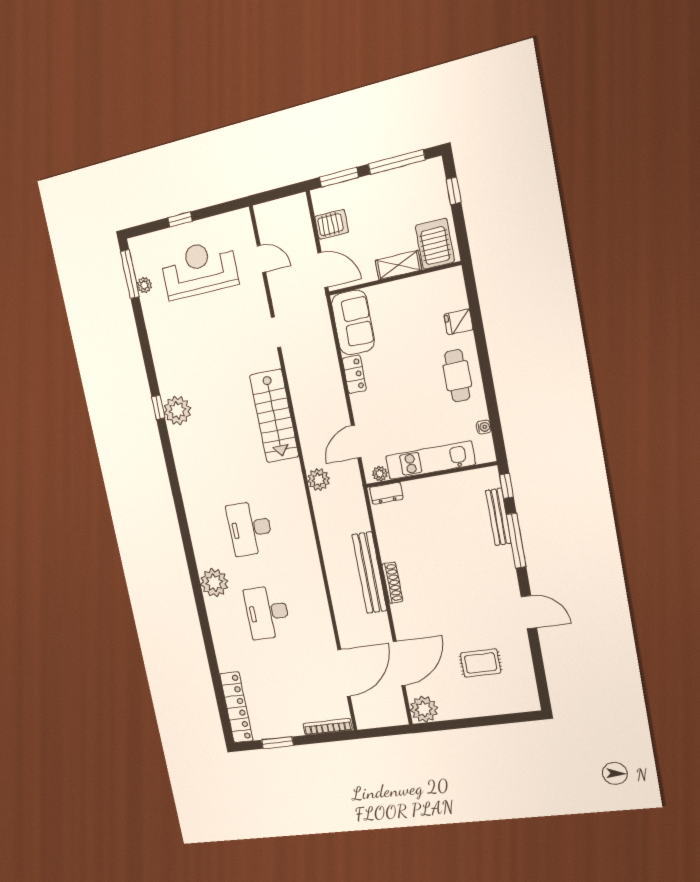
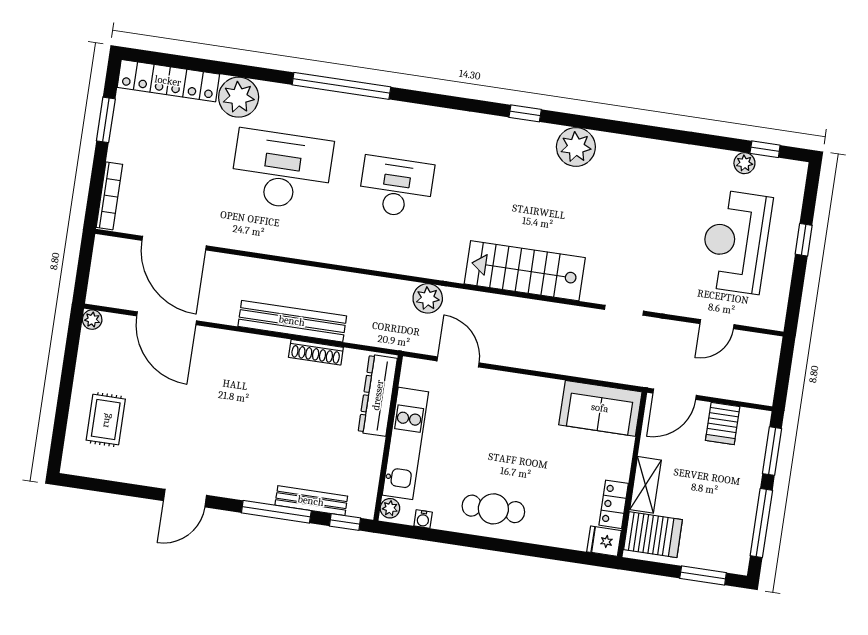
window: (454, 191) -> (703, 576), width x1.50
reception desk: (199, 269) -> (736, 242), turned 180
window: (130, 274) -> (765, 149), width x0.46
fridge: (458, 322) -> (604, 541), moved, turned -90
locker: (354, 374) -> (614, 504), moved, turned 90
window: (158, 407) -> (525, 113), moved
plant: (380, 474) -> (390, 508), moved
dresser: (386, 493) -> (378, 395), width x1.96, depth x1.24
plant: (214, 583) -> (239, 97), moved
shoe rack: (392, 583) -> (316, 352), moved
window: (197, 588) -> (341, 86), added
desk: (267, 612) -> (282, 170), width x1.36, depth x1.30
rug: (481, 663) -> (106, 420), moved
plant: (424, 709) -> (92, 320), width x0.53, depth x0.53

